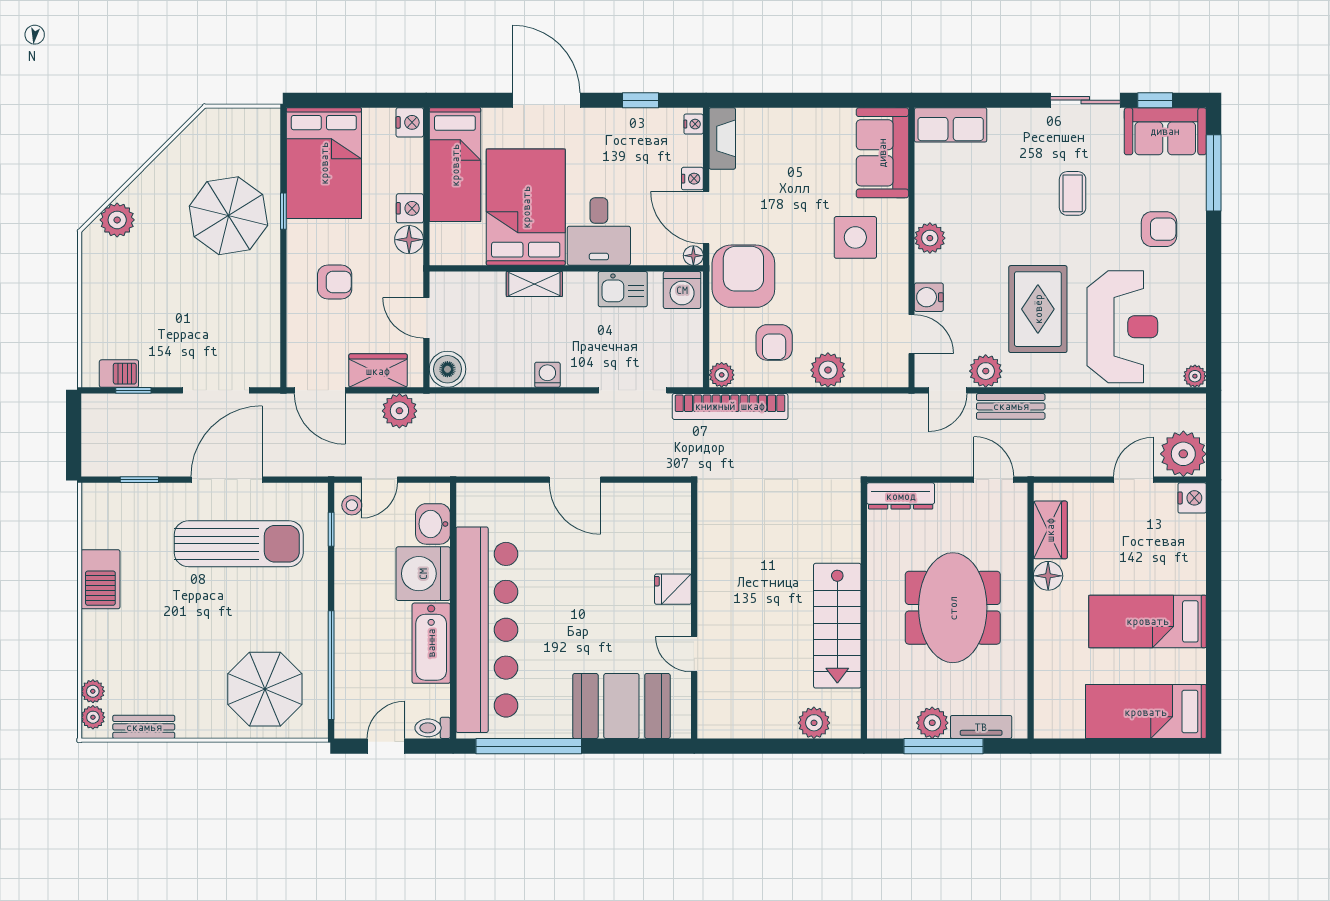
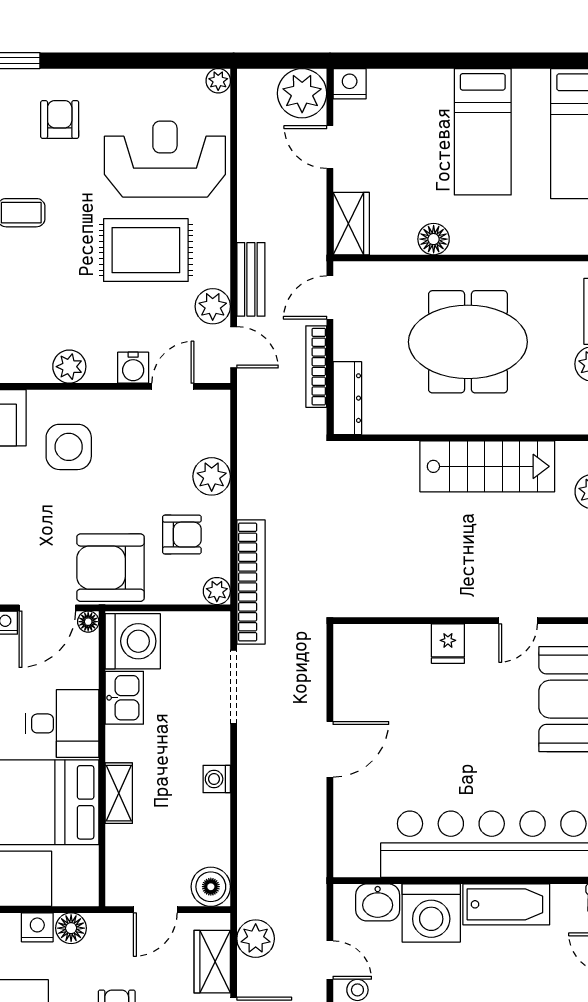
washing machine: (682, 290) -> (133, 641), width x1.37, depth x1.37
bookcase: (930, 467) -> (316, 367), added
wardrobe: (1050, 530) -> (351, 224), moved, turned 90

